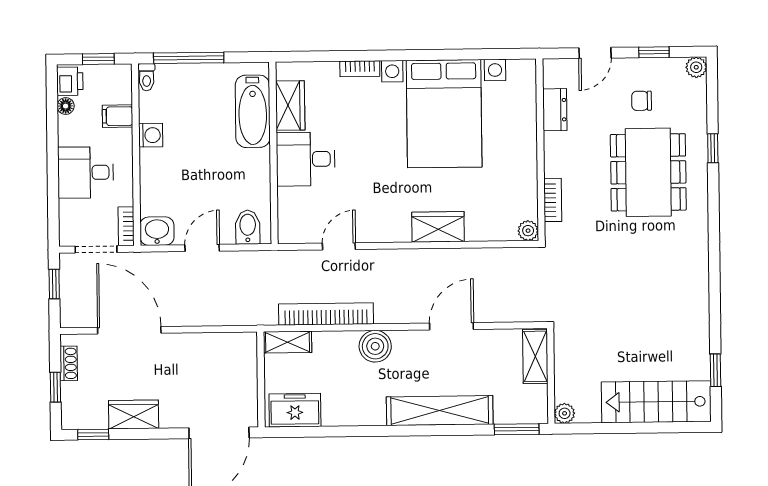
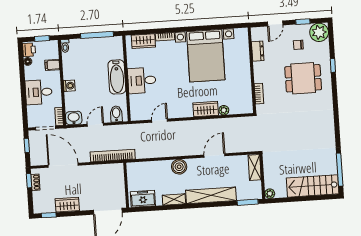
window: (189, 58) -> (97, 35), moved
plant: (696, 67) -> (319, 32), width x1.88, depth x1.88
wardrobe: (290, 106) -> (143, 41), moved, turned 90
bathtub: (253, 111) -> (117, 77), moved
washing machine: (151, 135) -> (69, 86), moved
dining table: (648, 172) -> (303, 78), width x0.73
plant: (528, 231) -> (224, 110), moved
bookcase: (326, 314) -> (113, 156), moved
shelving: (287, 342) -> (174, 200), moved
window: (716, 370) -> (340, 170), width x2.17
window: (55, 387) -> (29, 181), moved

